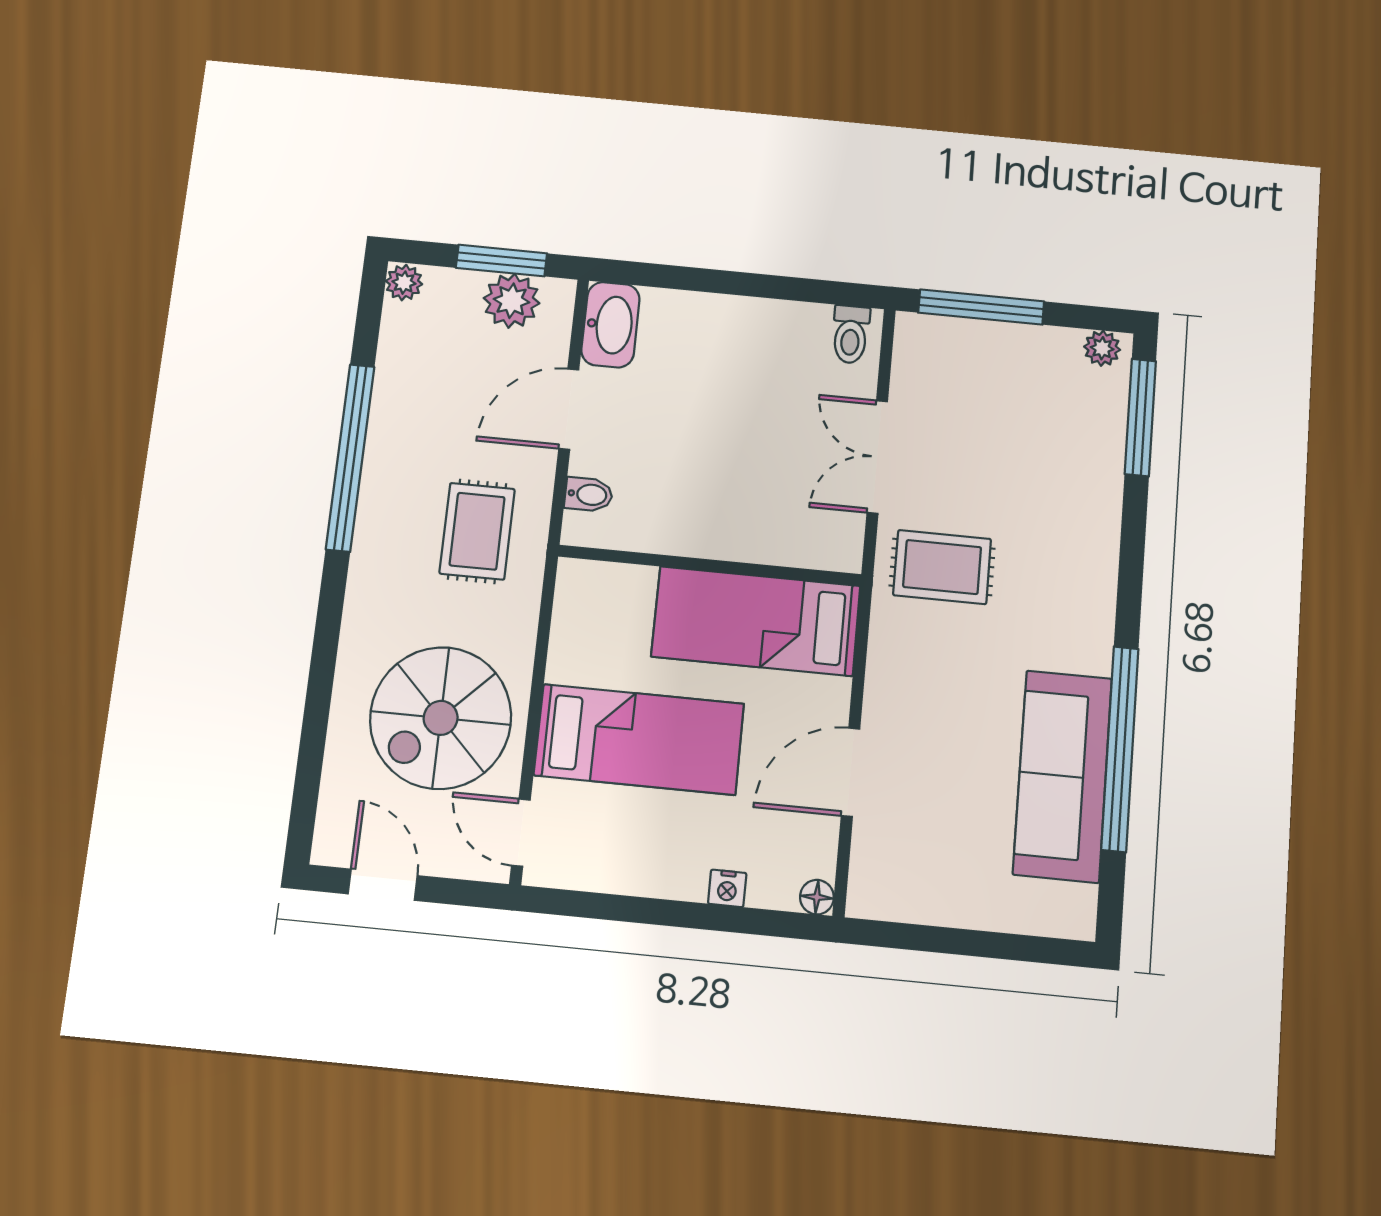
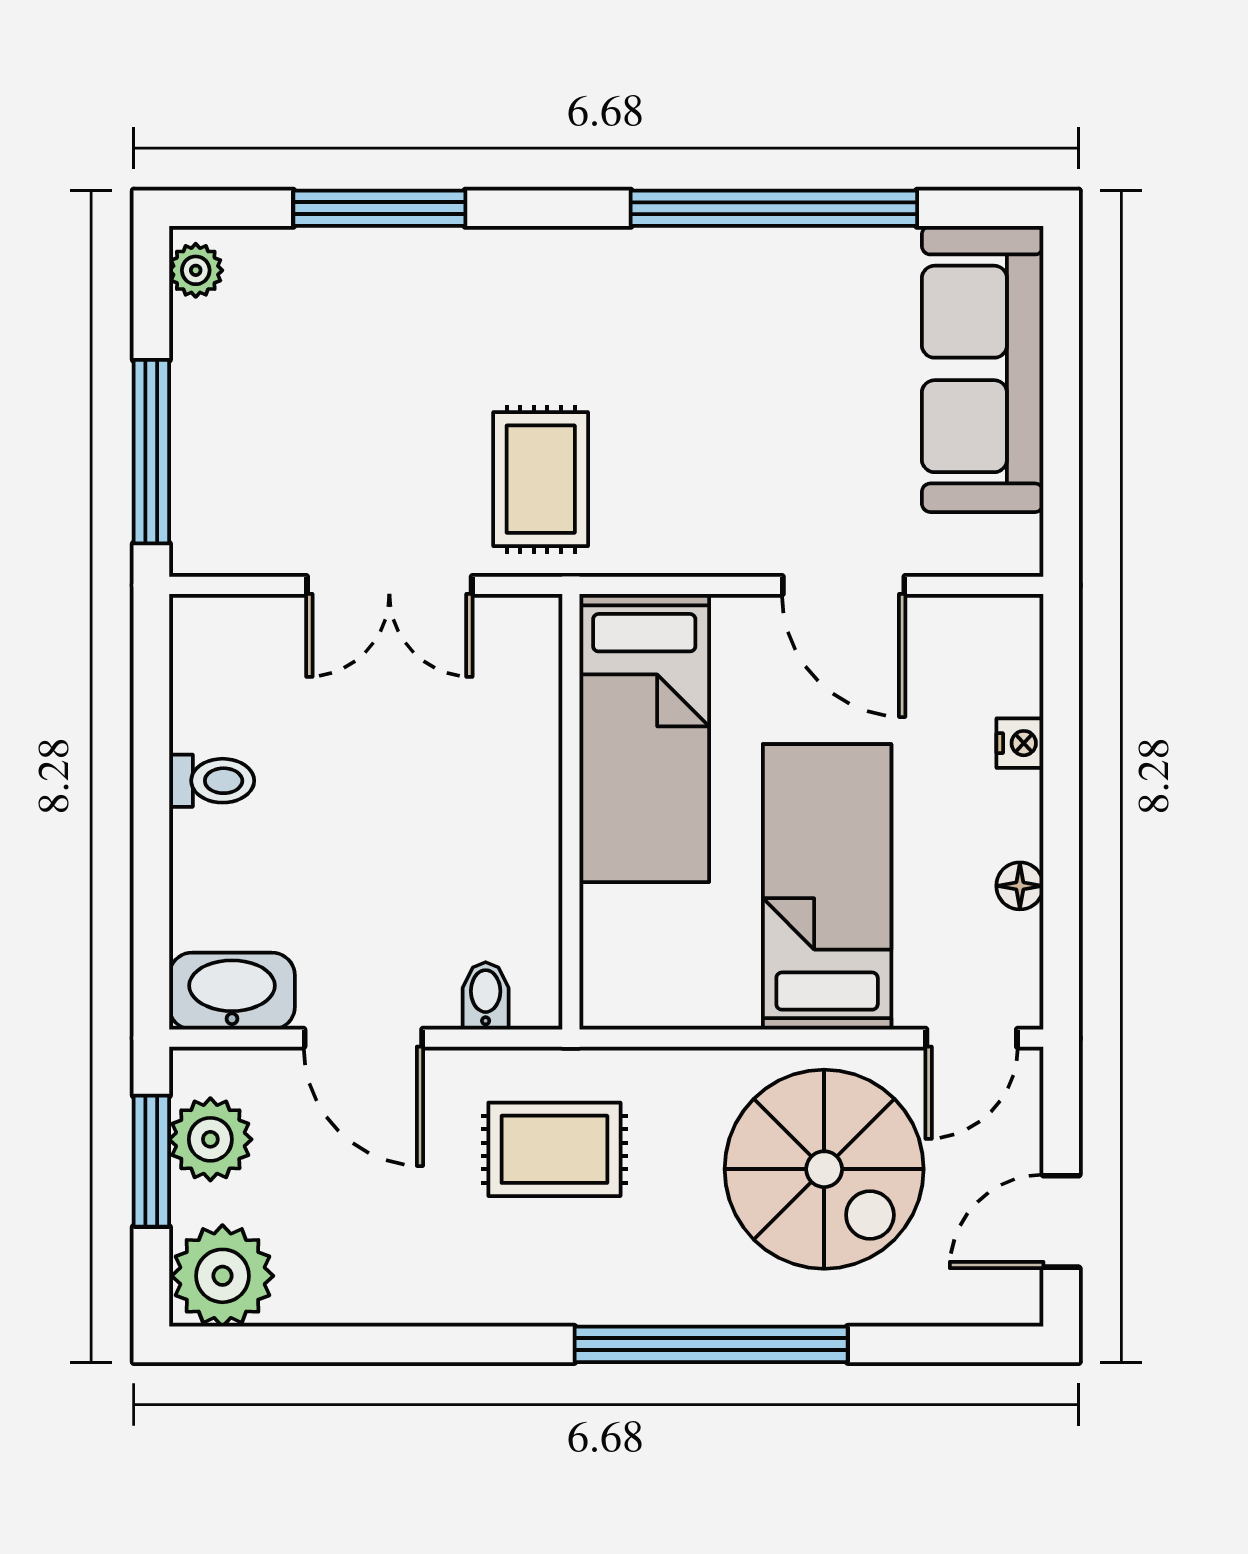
plant: (404, 283) -> (222, 1276), width x1.87, depth x1.87
toilet: (851, 334) -> (212, 781), moved
window: (1140, 417) -> (379, 208), moved
window: (350, 458) -> (711, 1344), moved
sofa: (1063, 776) -> (983, 369), moved, turned 90
floor lamp: (817, 897) -> (1020, 886), moved

